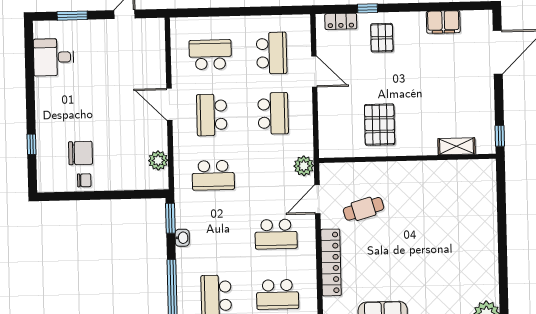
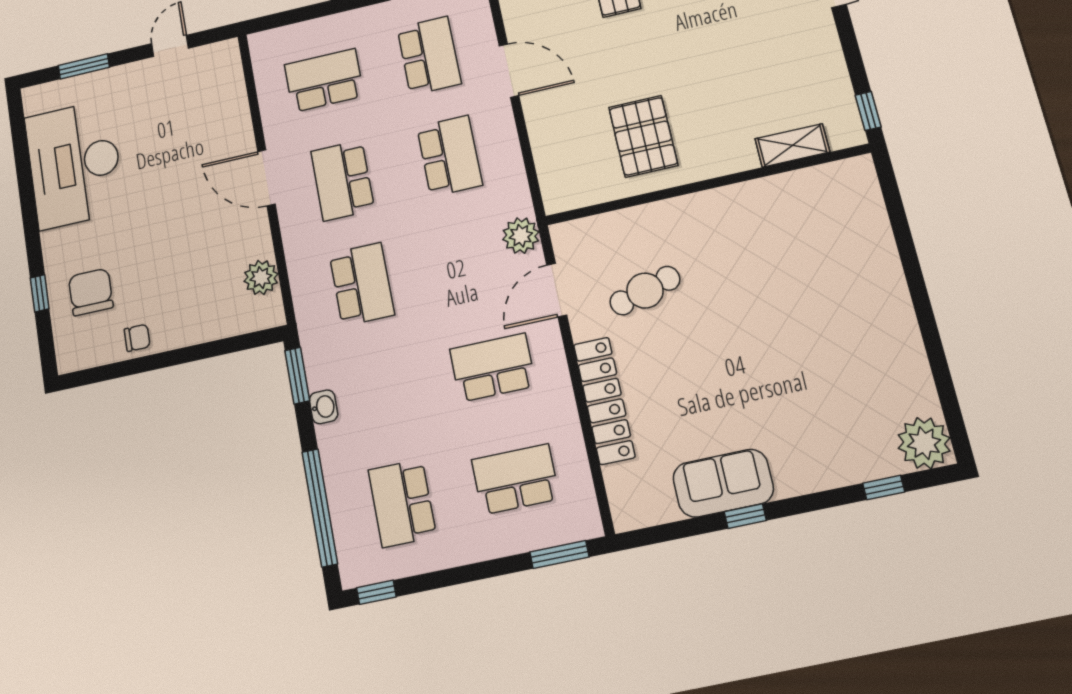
desk: (54, 57) -> (75, 164), width x1.87, depth x1.30
chair: (81, 153) -> (91, 292), moved, turned -90
school desk: (213, 175) -> (362, 284), turned -90
school desk: (276, 234) -> (493, 368), turned 180
school desk: (278, 294) -> (516, 479), turned 180

